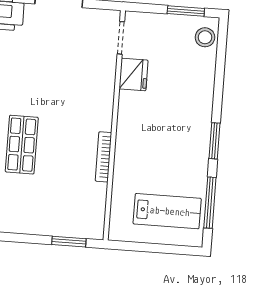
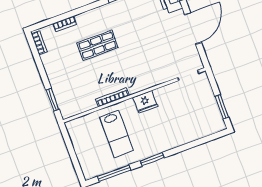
stool: (205, 37) -> (211, 125), removed
fridge: (134, 75) -> (145, 102), moved
lab bench: (167, 211) -> (116, 134), moved

